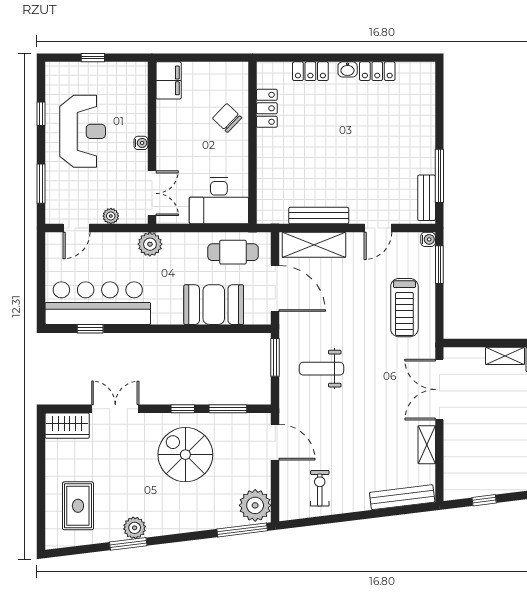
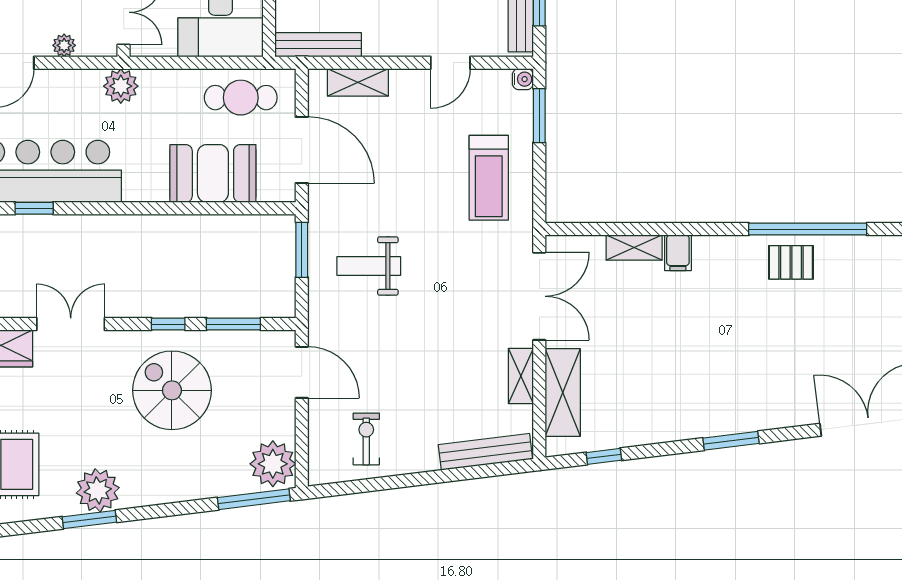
bench: (319, 216) -> (318, 45), moved
shelving: (314, 245) -> (358, 82), width x0.67, depth x0.75
double door: (439, 390) -> (539, 296), swing flipped
shelving: (456, 456) -> (563, 393), added
plant: (135, 528) -> (98, 490), width x1.36, depth x1.36

